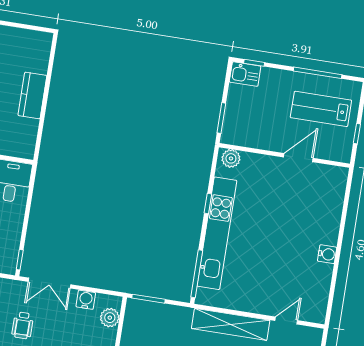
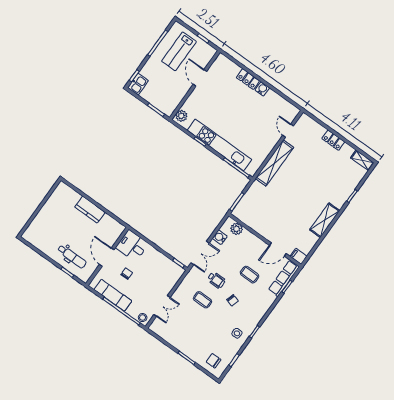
locker: (331, 227) -> (248, 79), added

